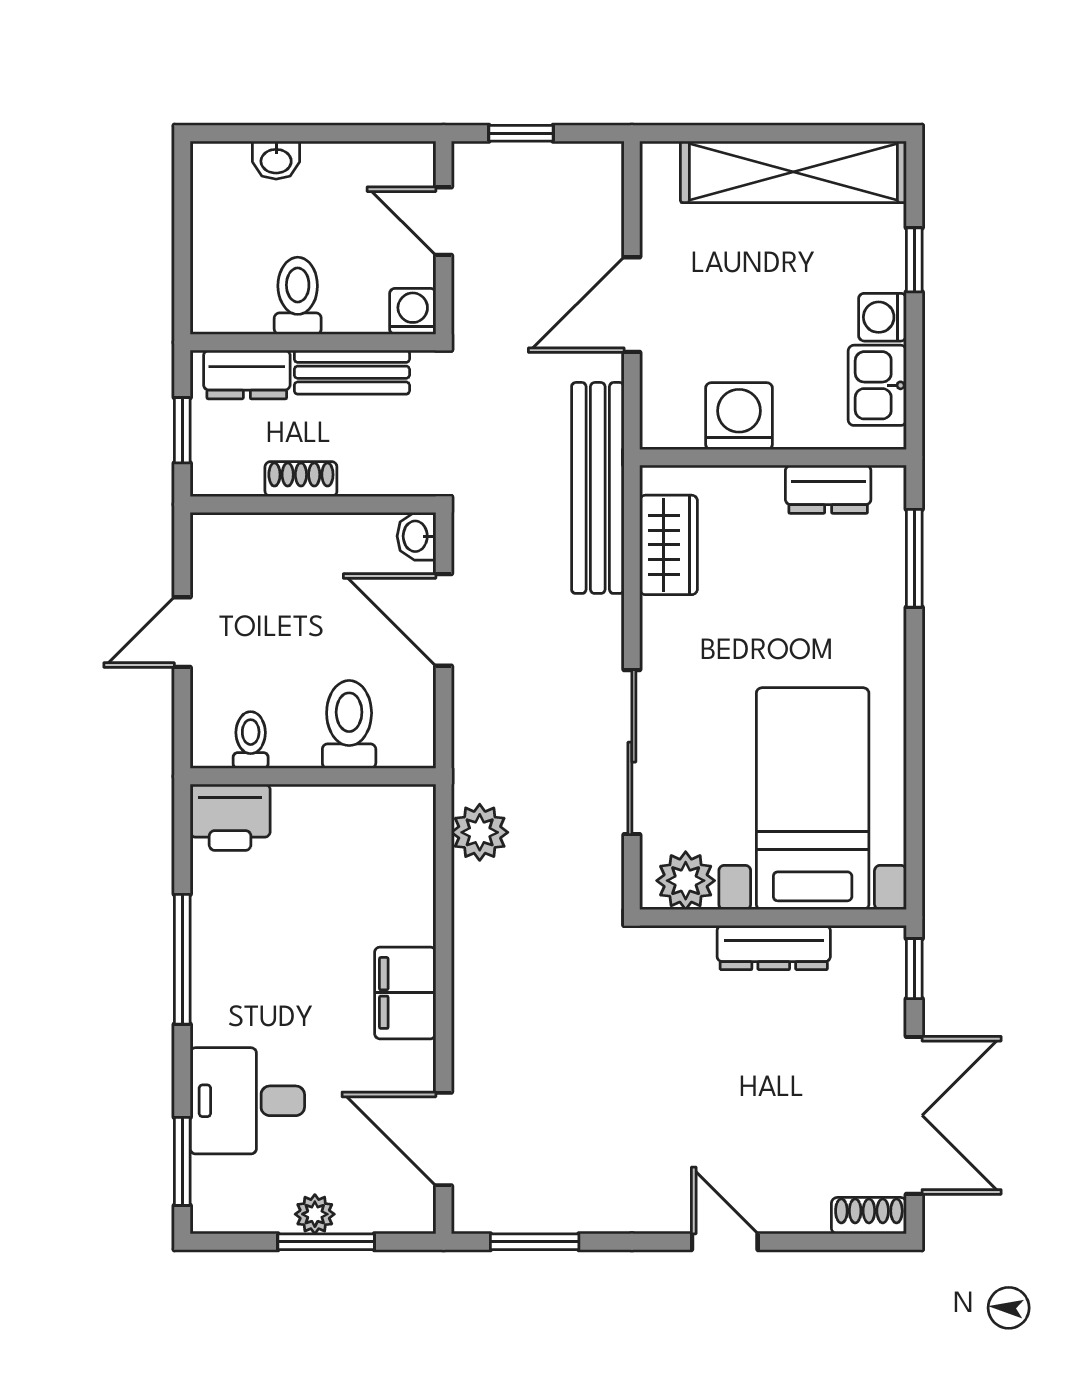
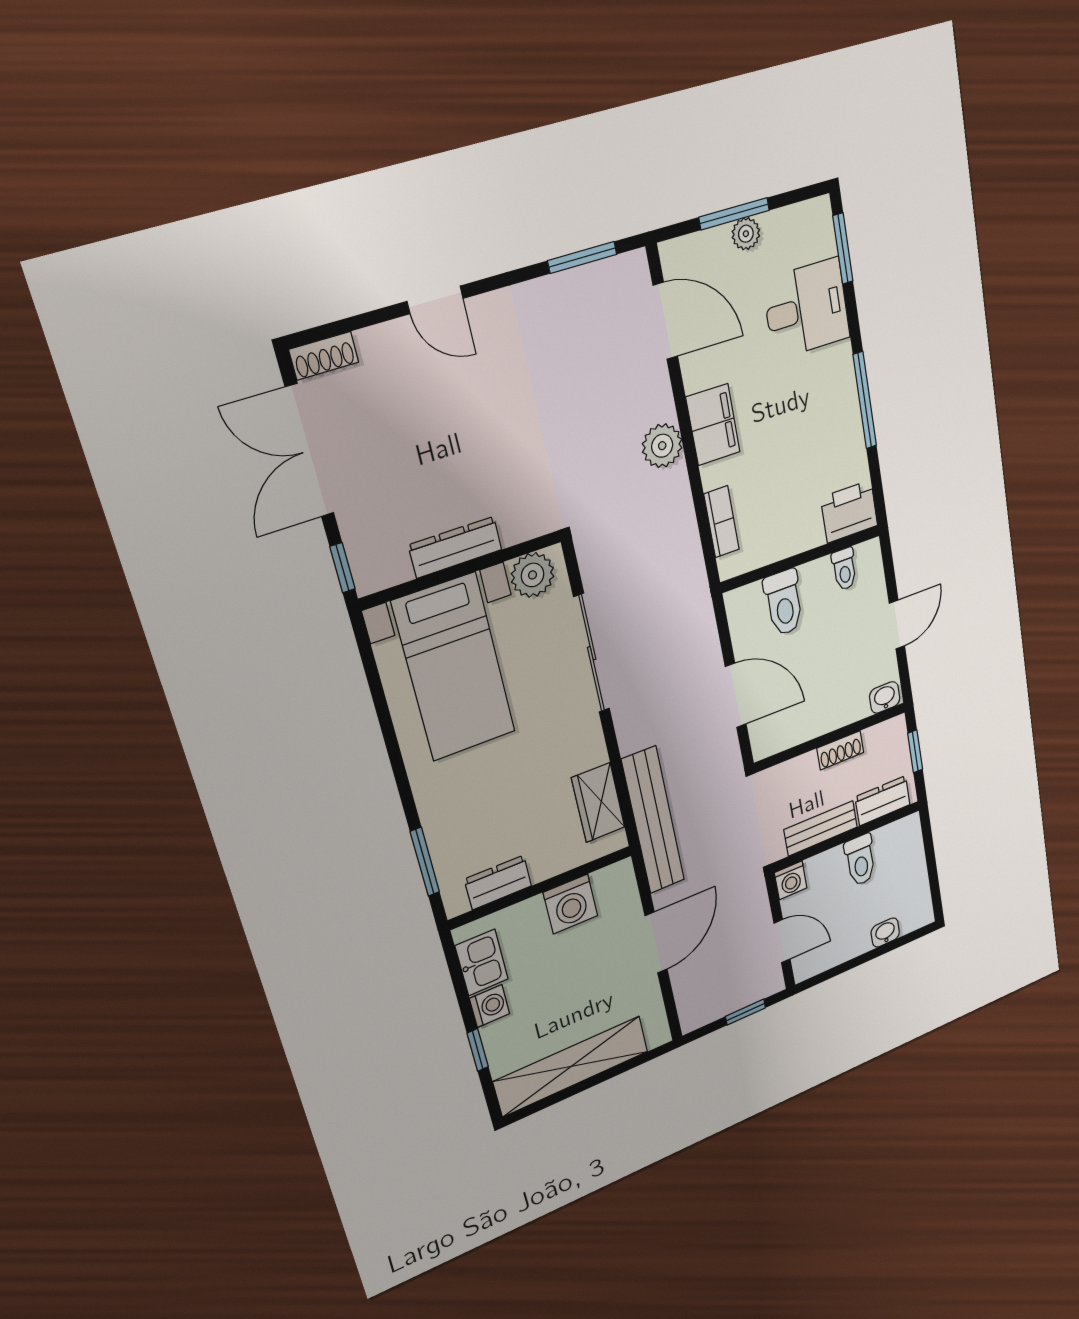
washbasin: (416, 536) -> (885, 697), moved, turned -90
plant: (480, 832) -> (662, 446), moved
bookcase: (418, 864) -> (722, 522), added

